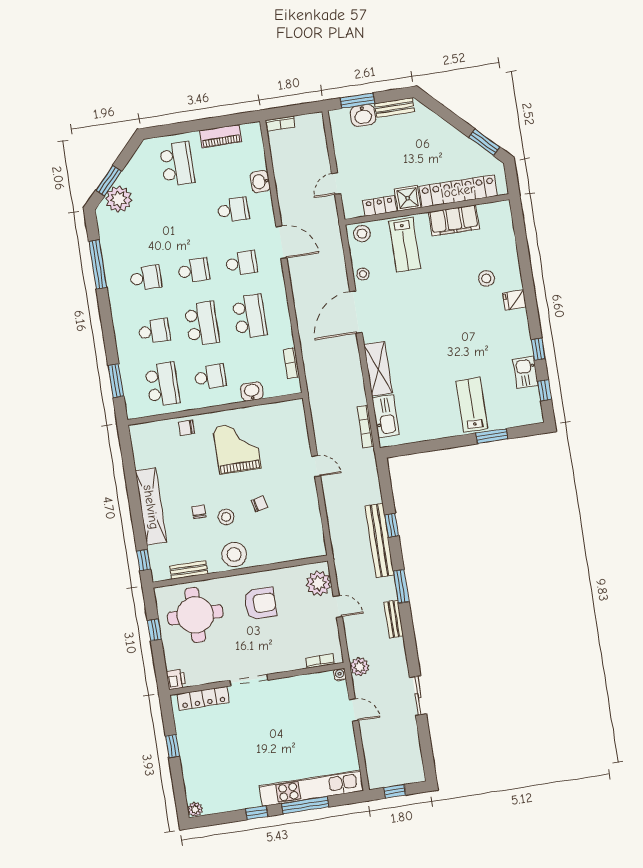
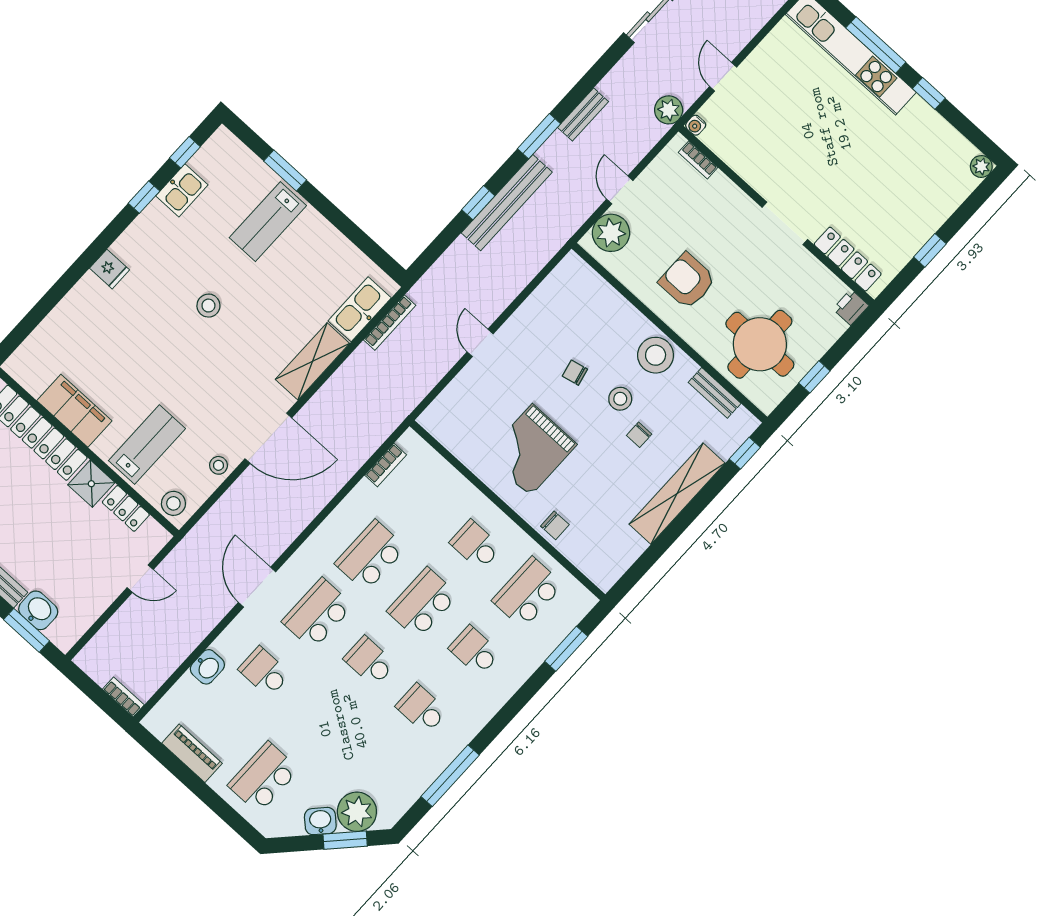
school desk: (241, 263) -> (317, 614), width x1.85
stool: (486, 278) -> (208, 306), moved
washbasin: (252, 391) -> (320, 821), moved, turned 133

